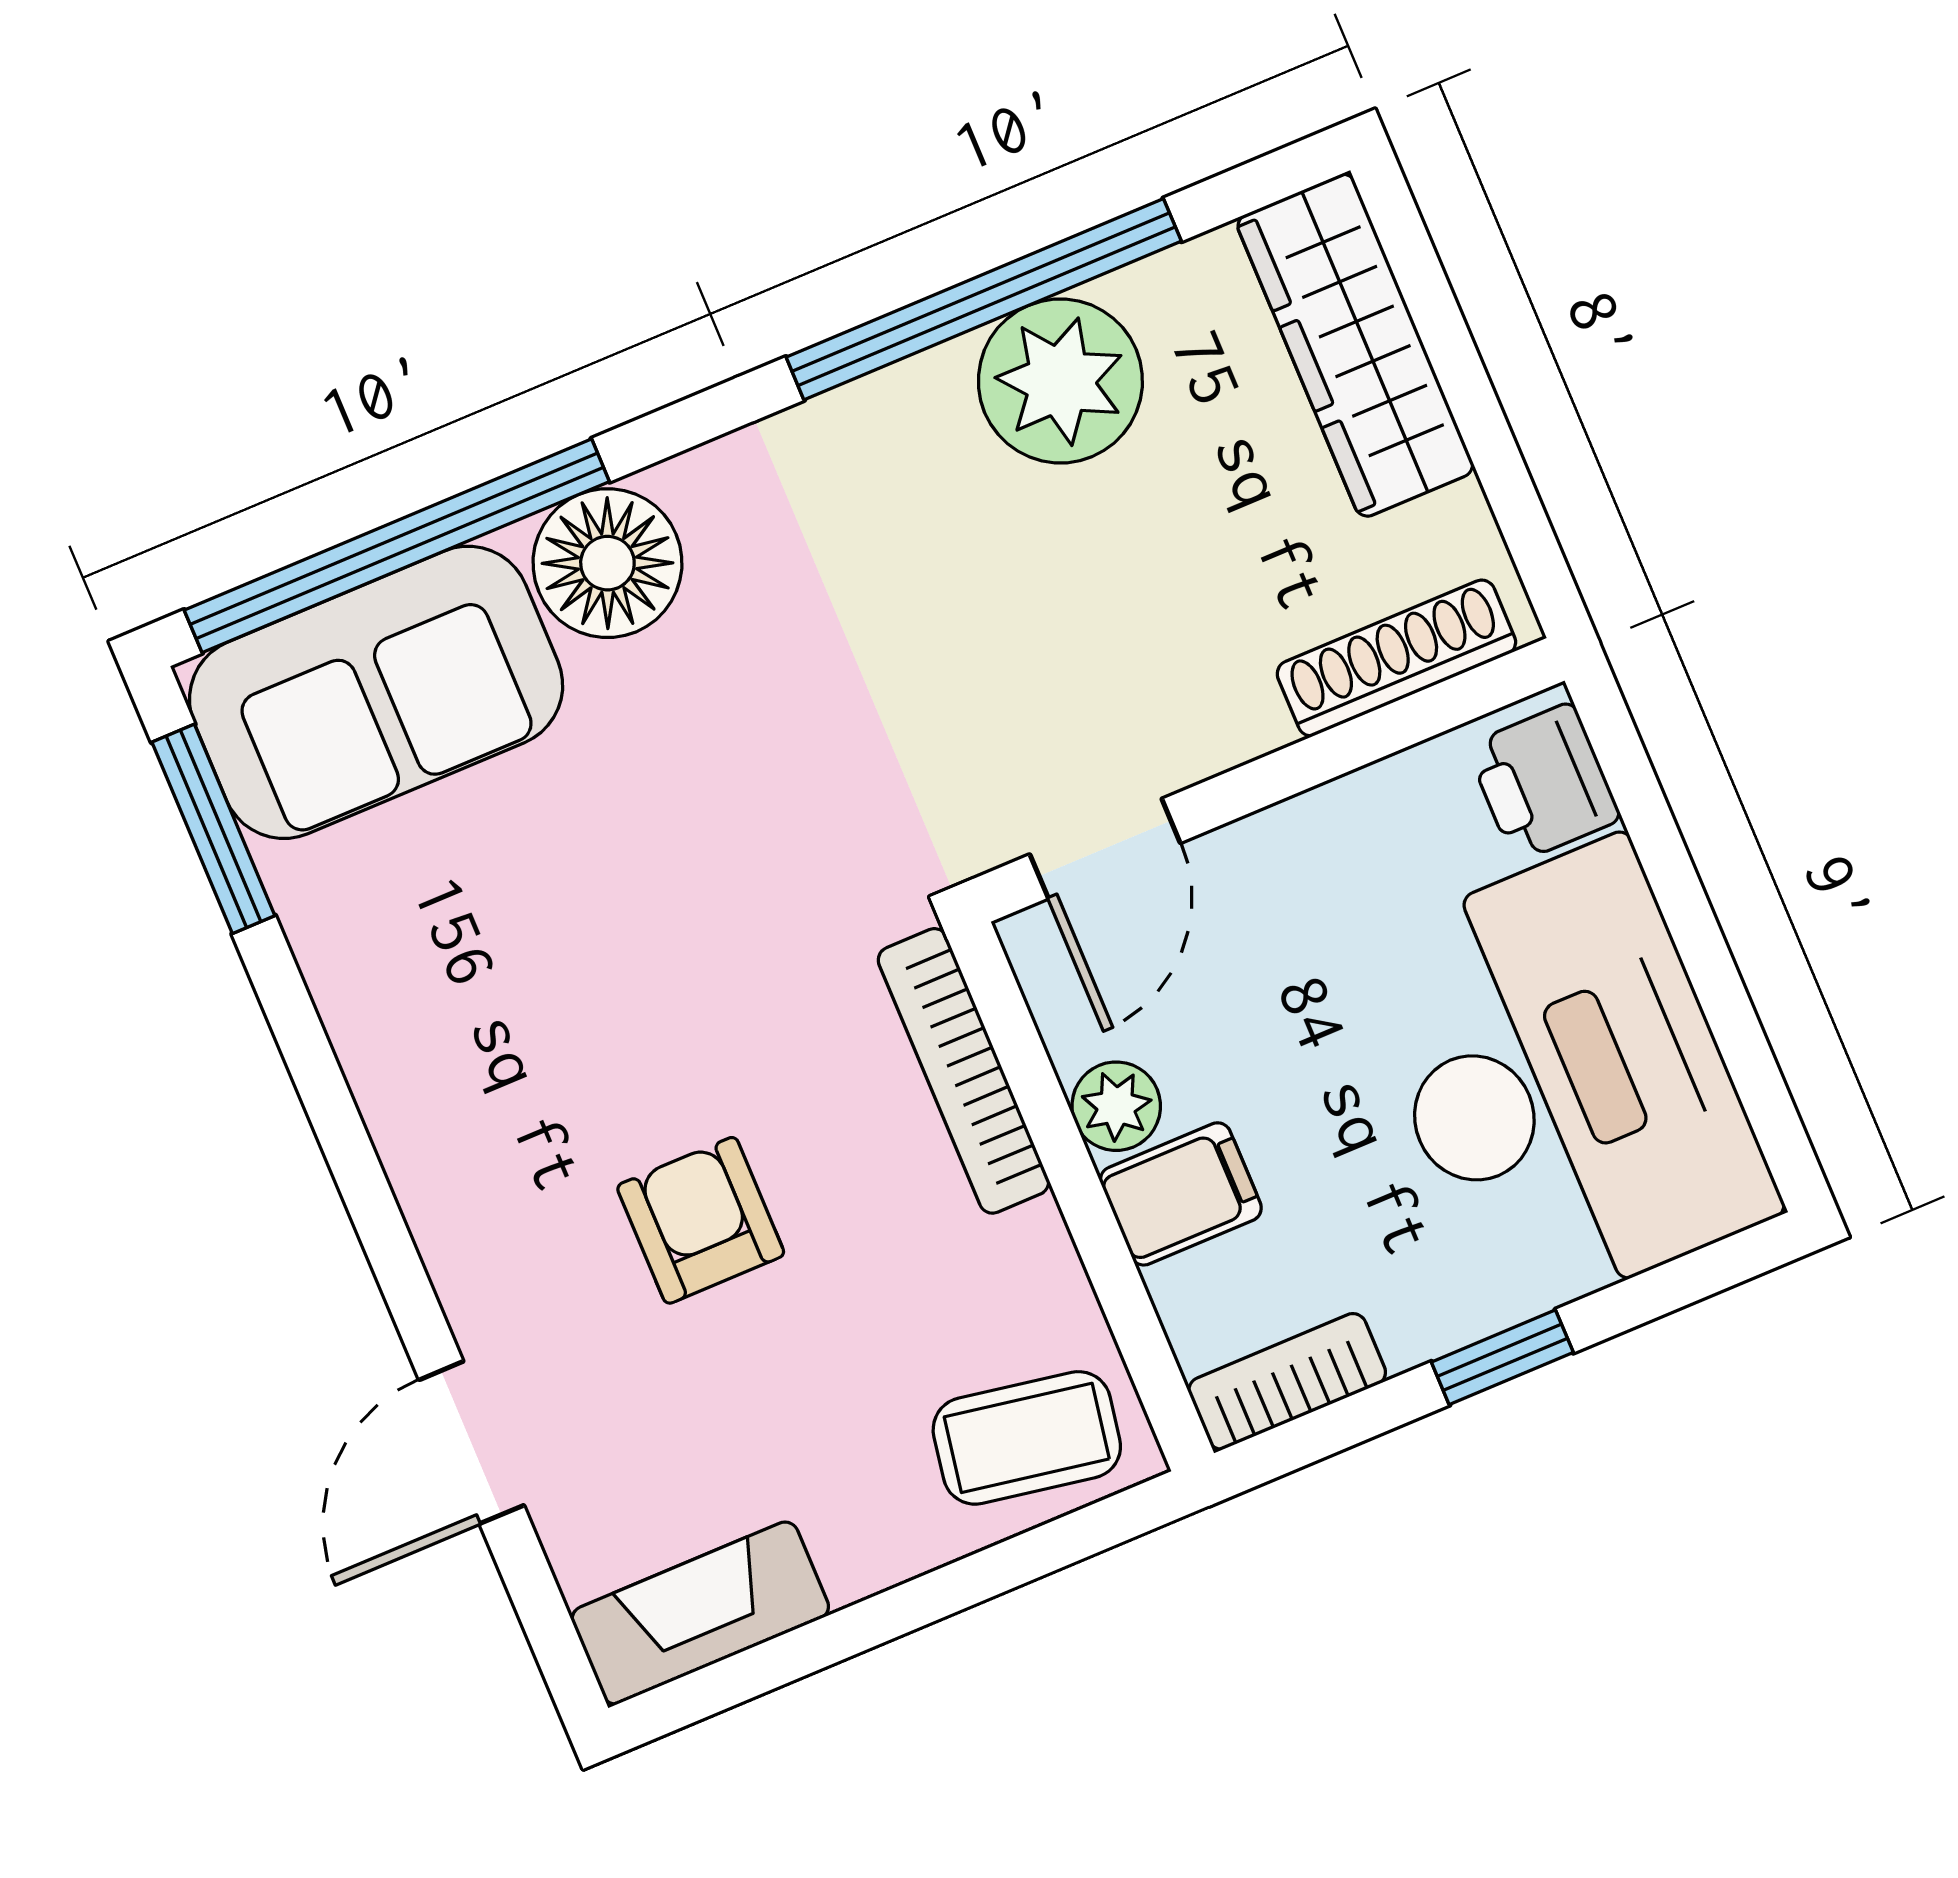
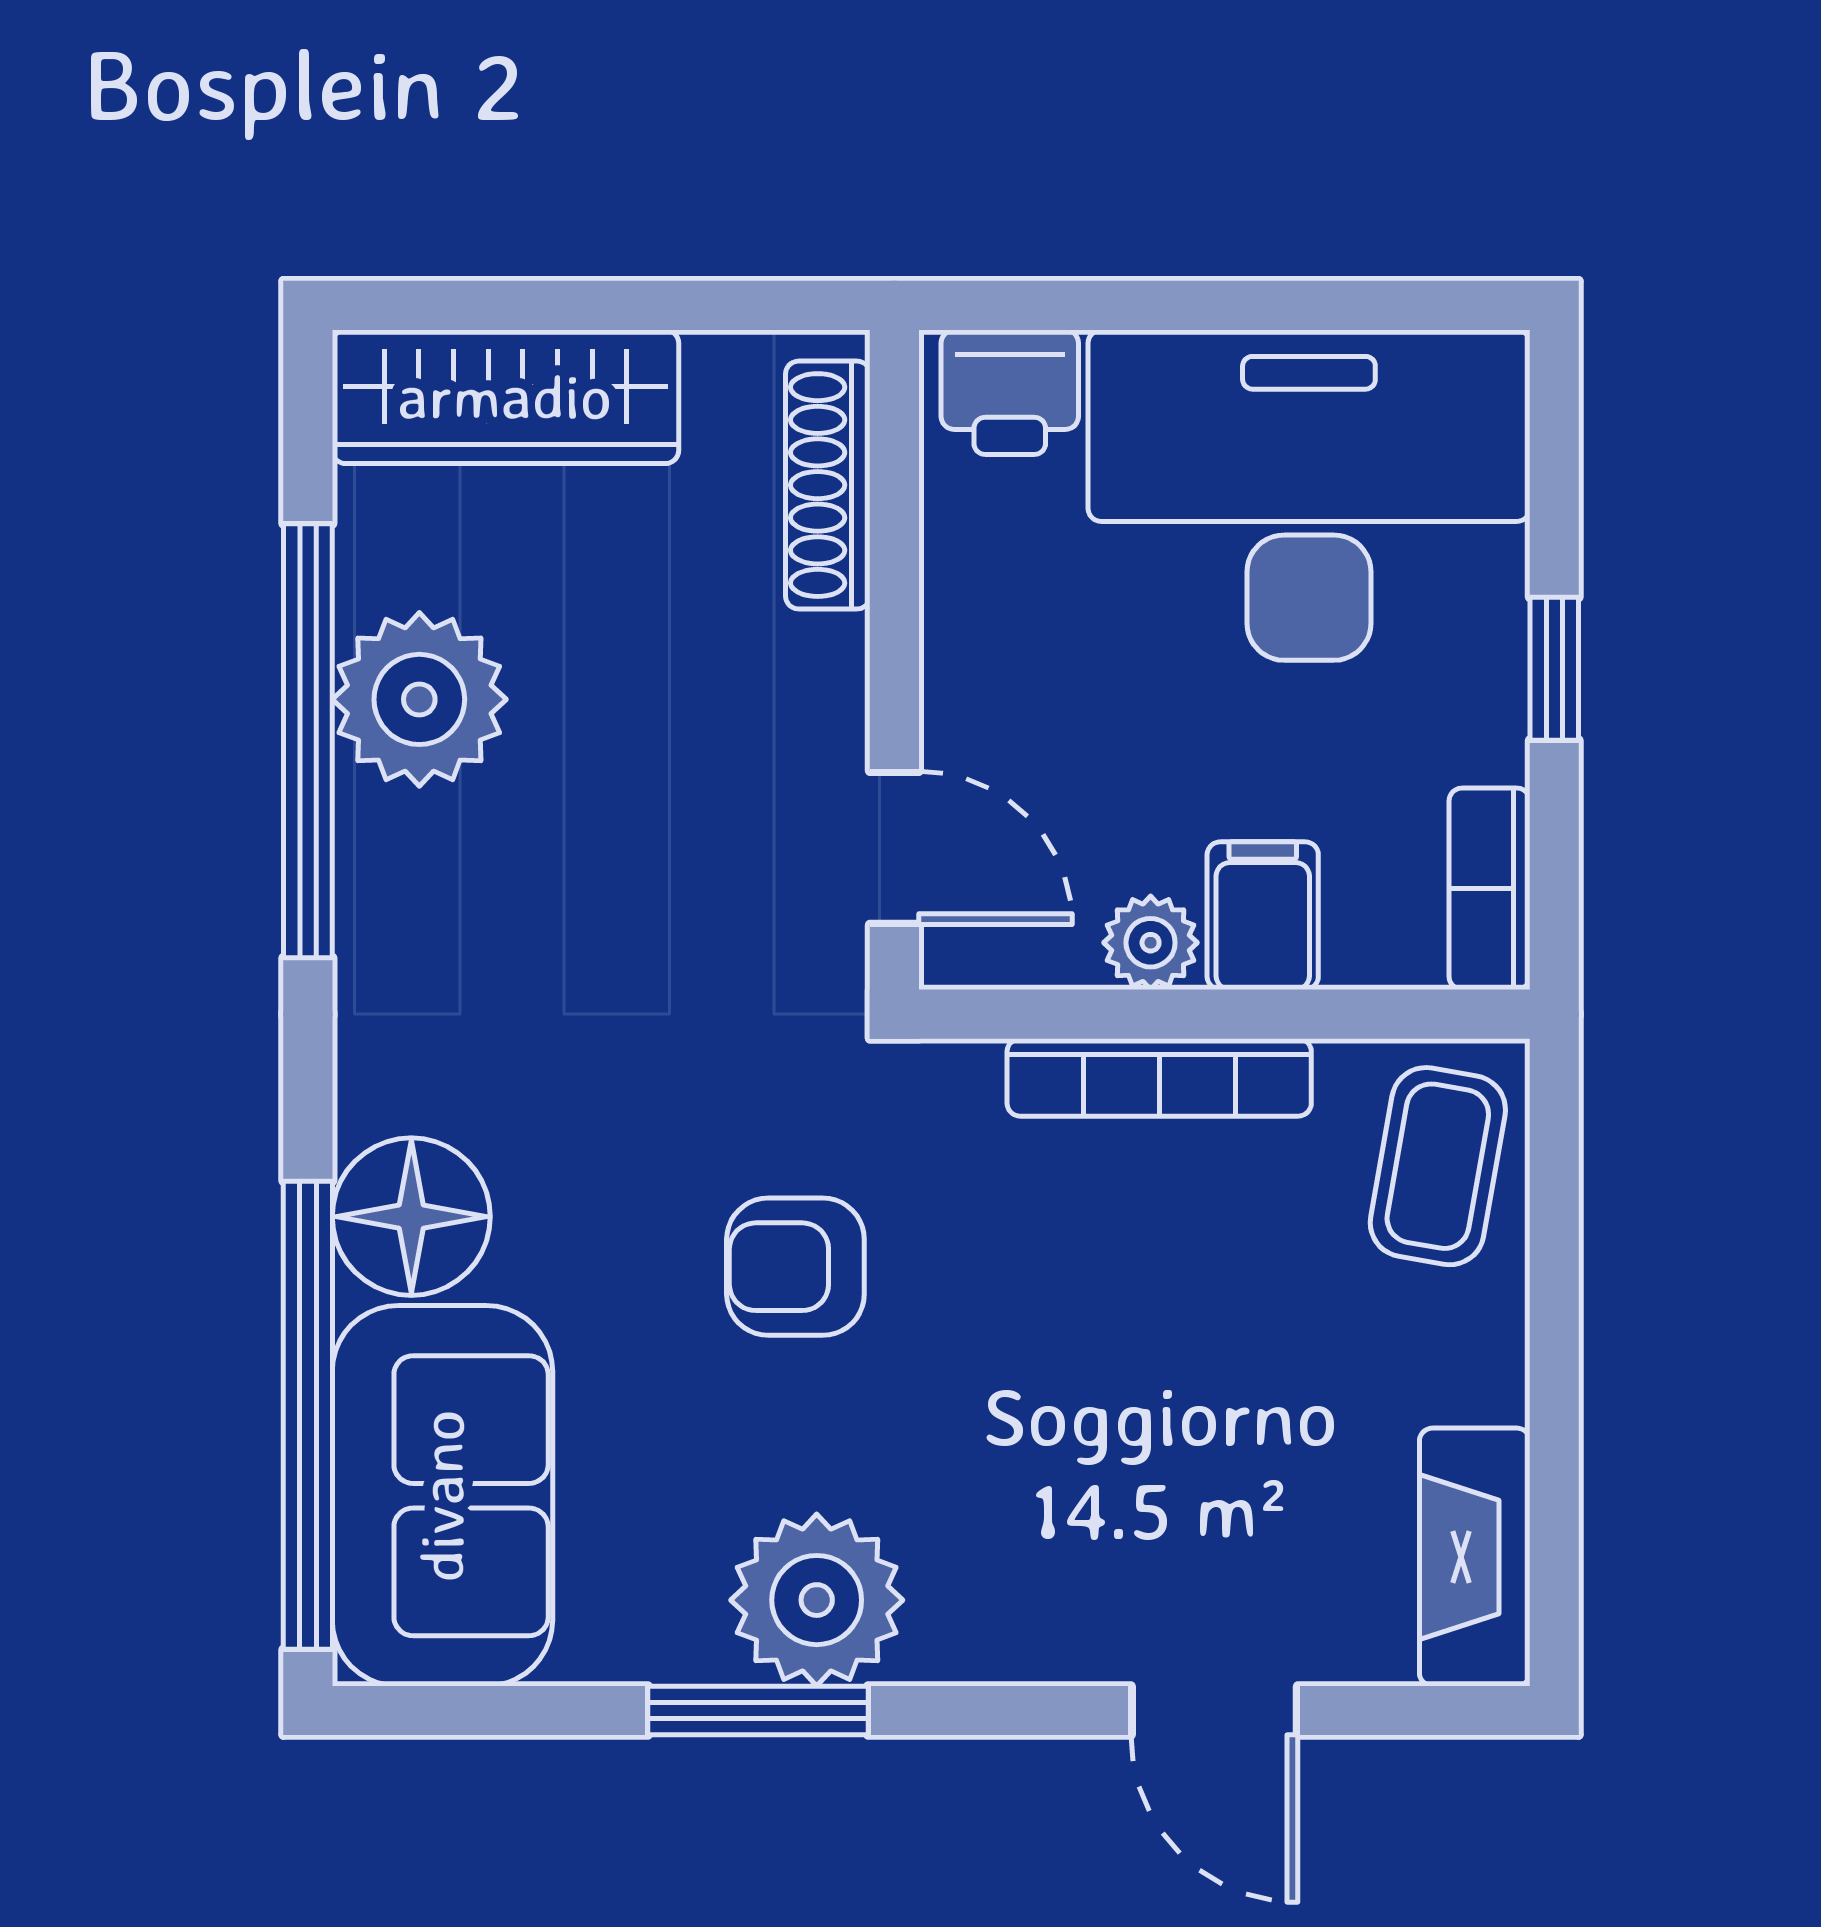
window: (213, 829) -> (758, 1711), moved
plant: (422, 1056) -> (817, 1600), added
bookcase: (963, 1071) -> (1159, 1077), moved
armchair: (701, 1220) -> (795, 1267), moved

